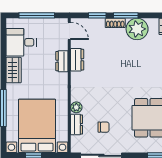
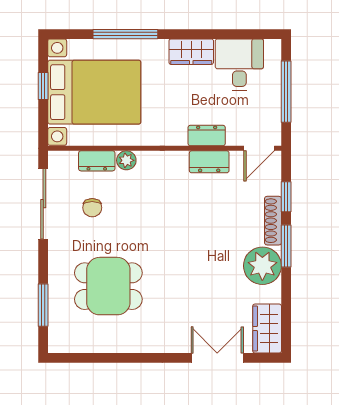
shoe rack: (115, 23) -> (273, 221), width x1.43

